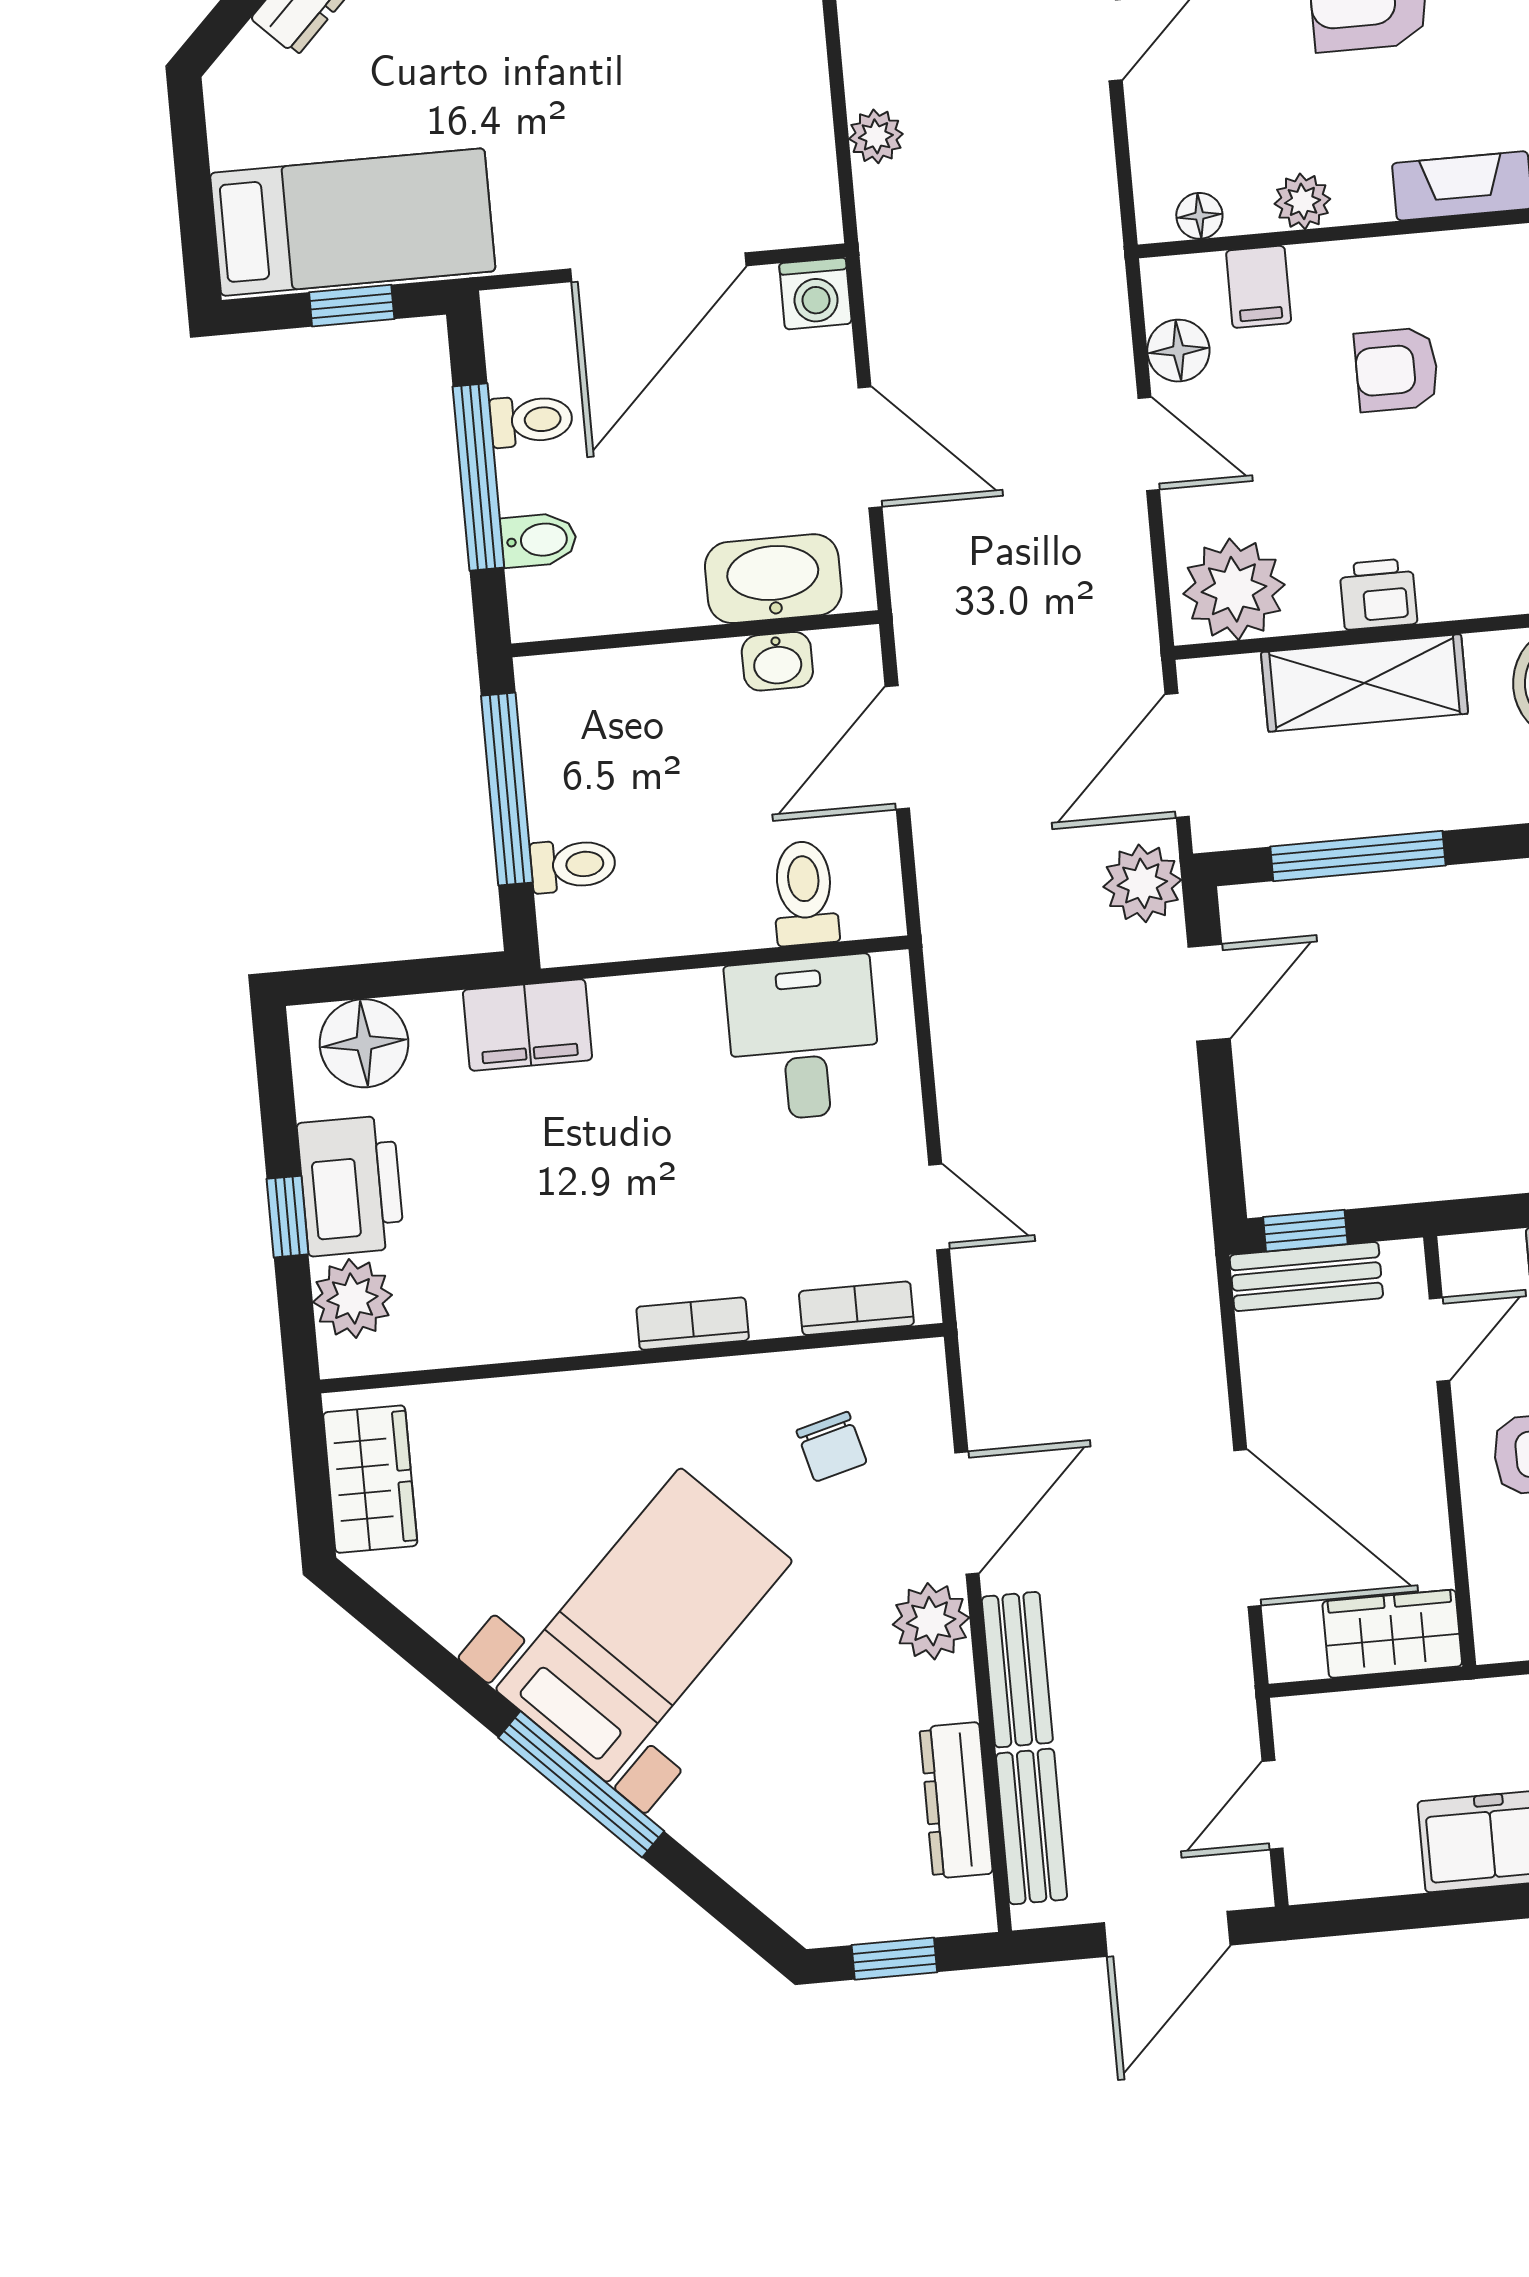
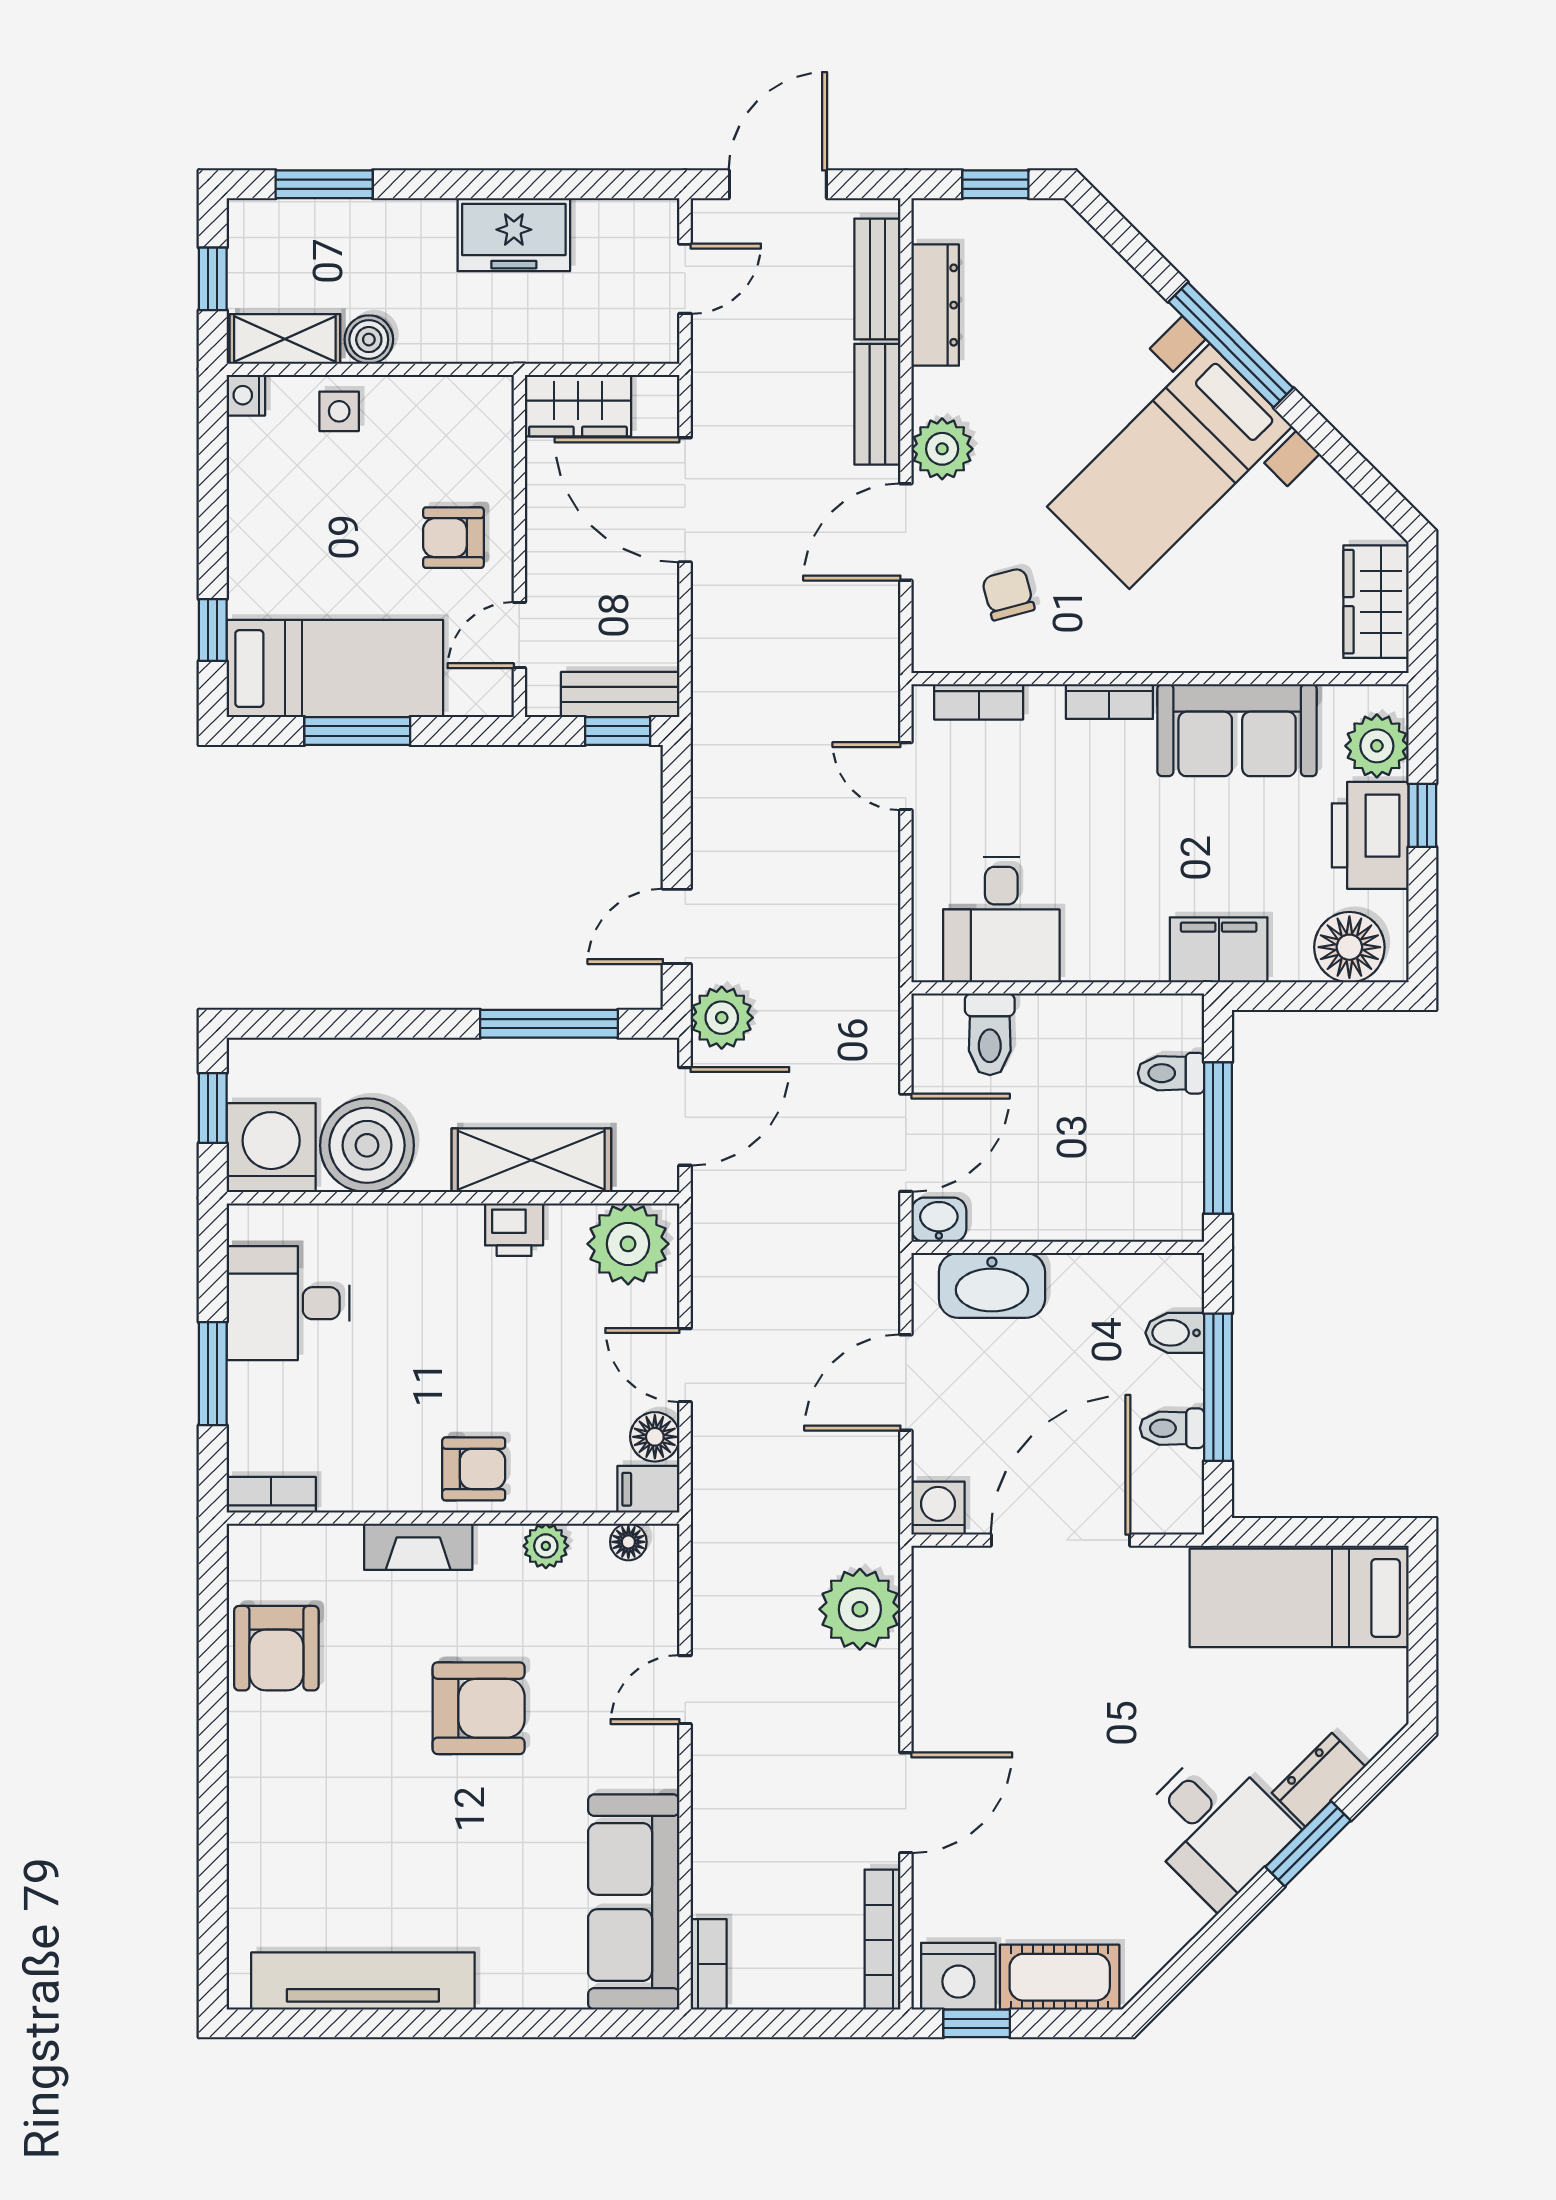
plant: (876, 136) -> (860, 1609), width x1.87, depth x1.87
filing cabinet: (1259, 287) -> (648, 1489), moved, turned -90
window: (352, 306) -> (1306, 1532), removed
armchair: (1397, 370) -> (474, 1469), moved
door: (870, 447) -> (906, 1382), hinge flipped
washbasin: (777, 661) -> (939, 1220), moved
sofa: (529, 1302) -> (1237, 730), added

